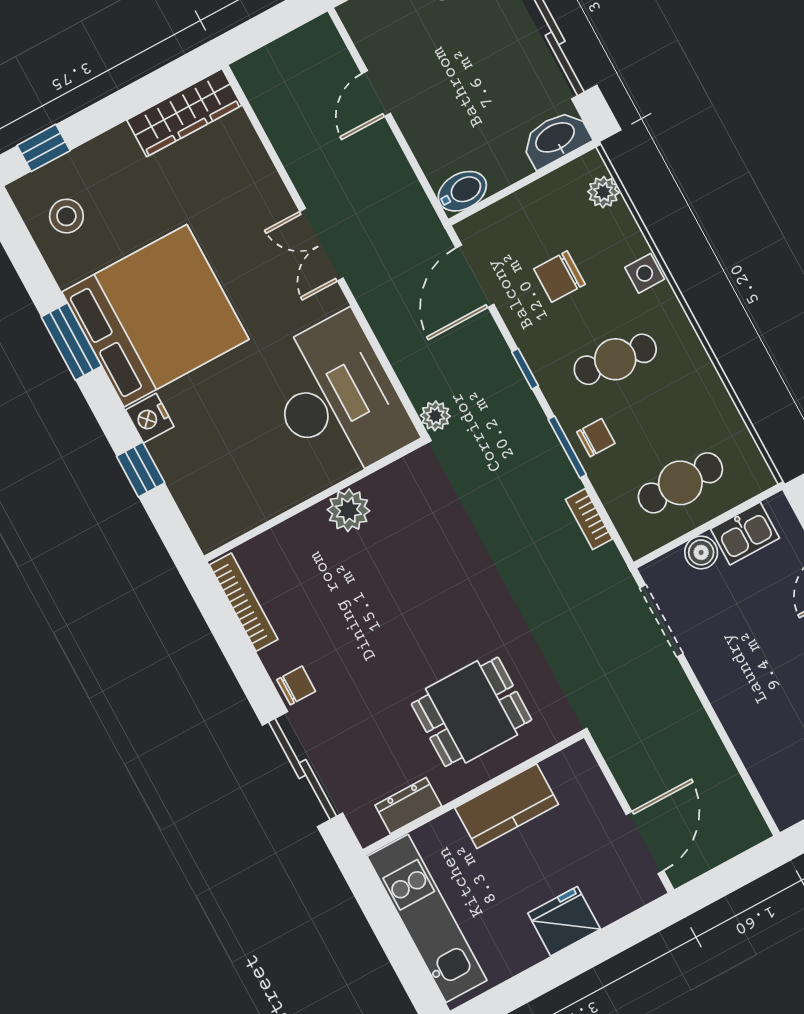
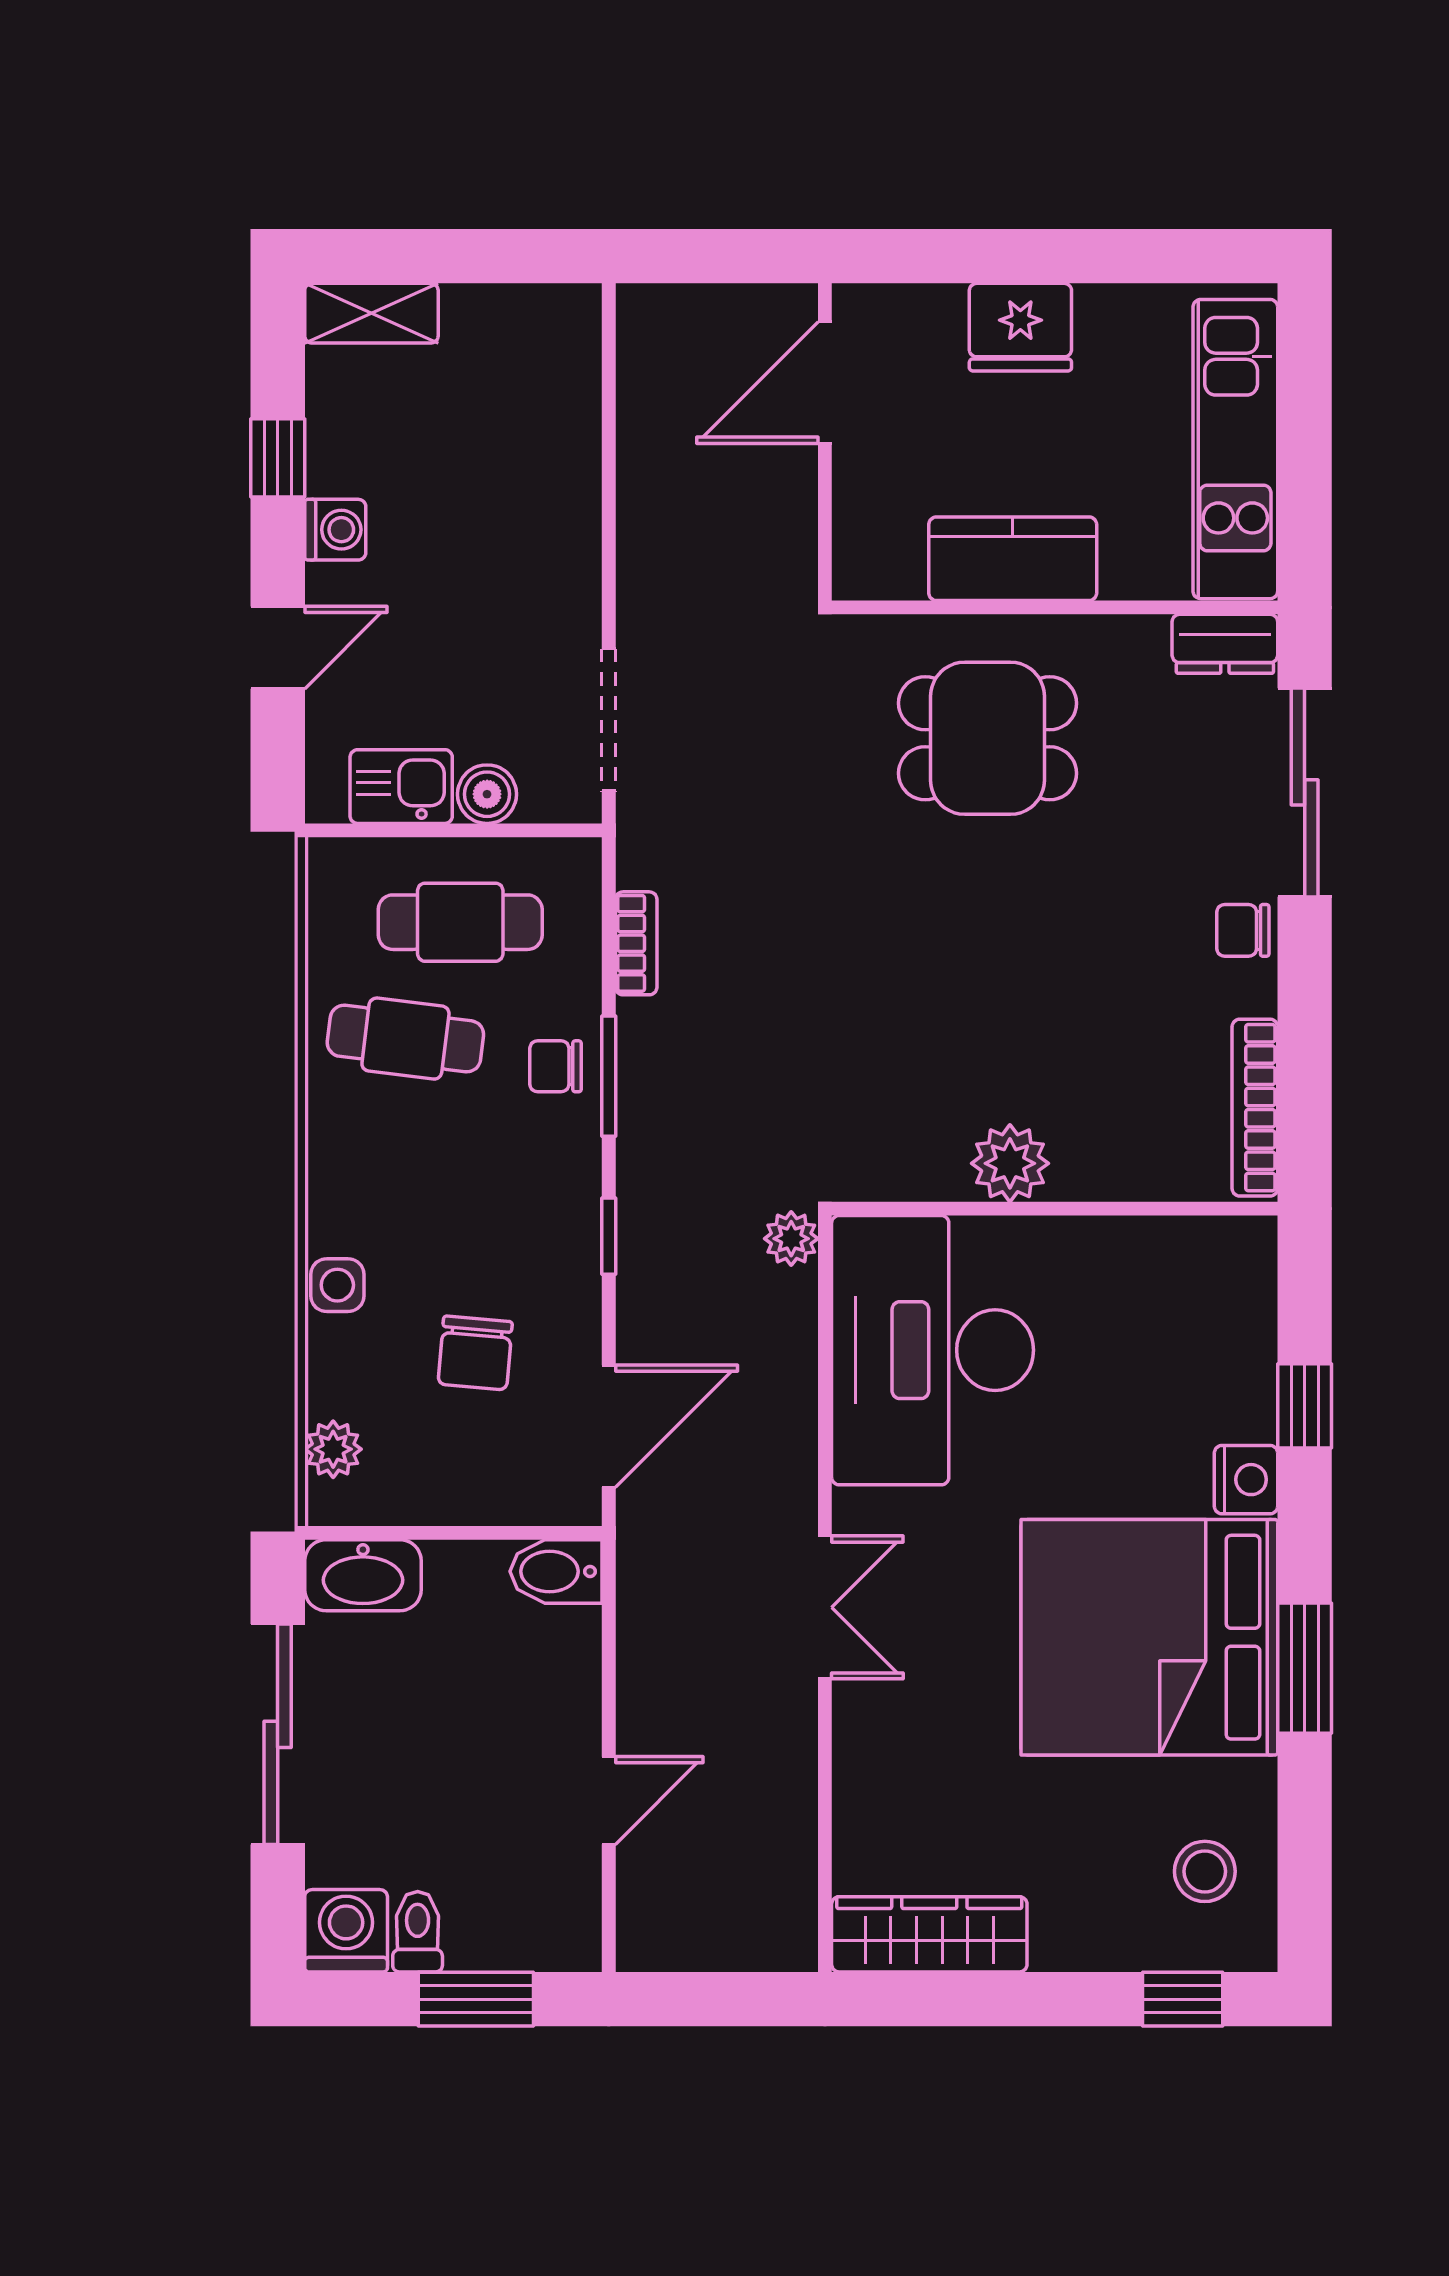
chair: (559, 277) -> (475, 1353), turned 95
cafe table: (615, 359) -> (405, 1039), moved
dresser: (408, 806) -> (1225, 644), moved

